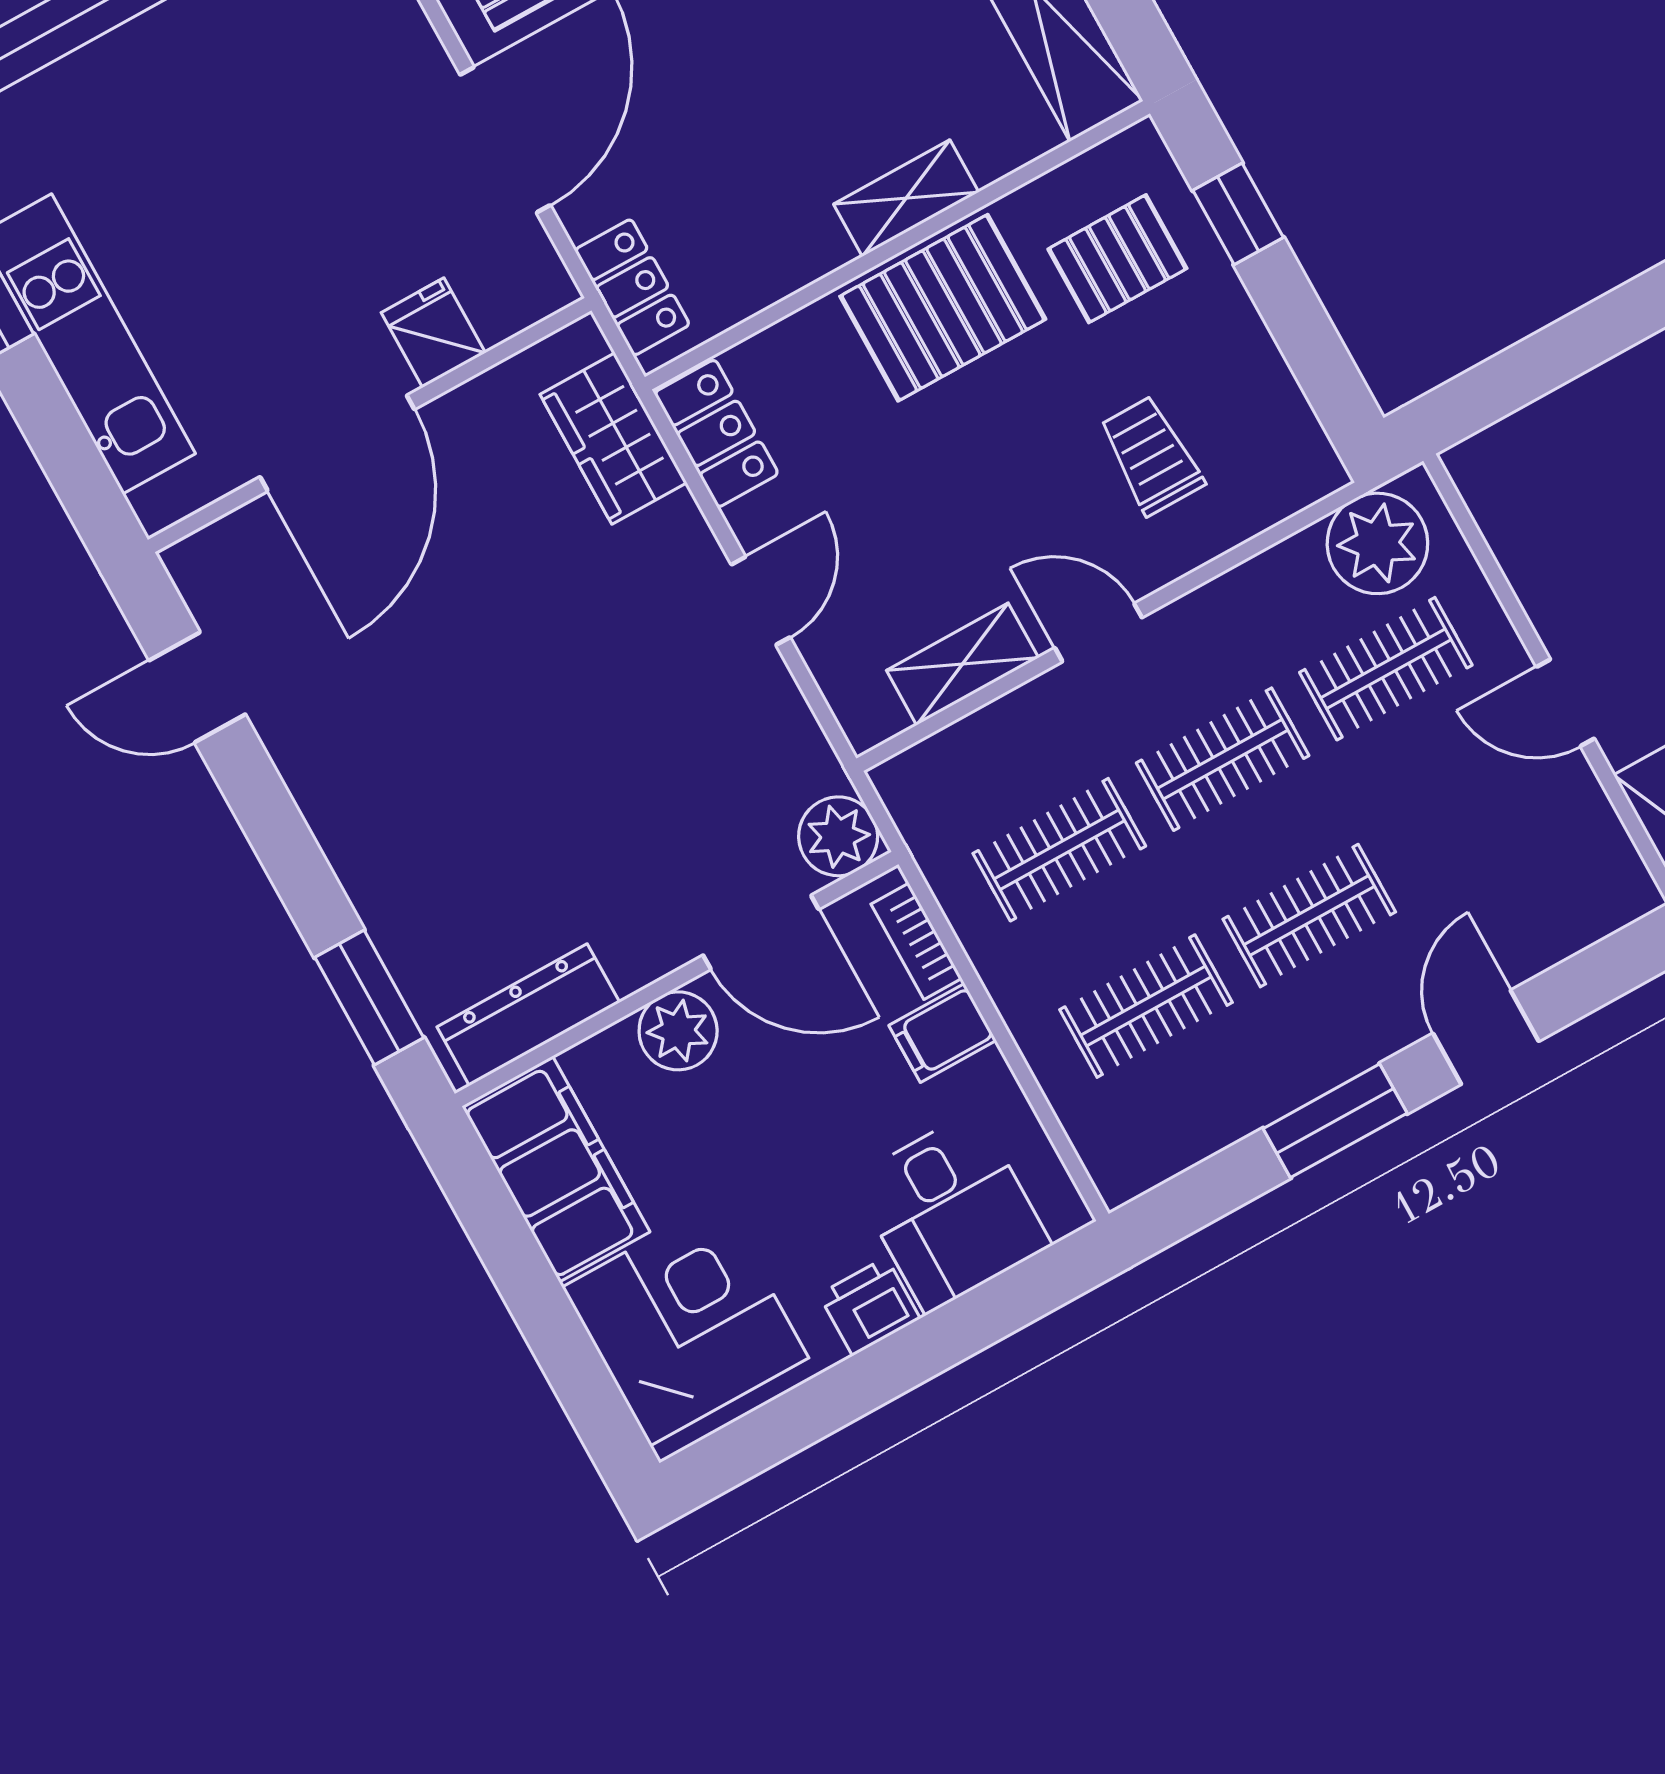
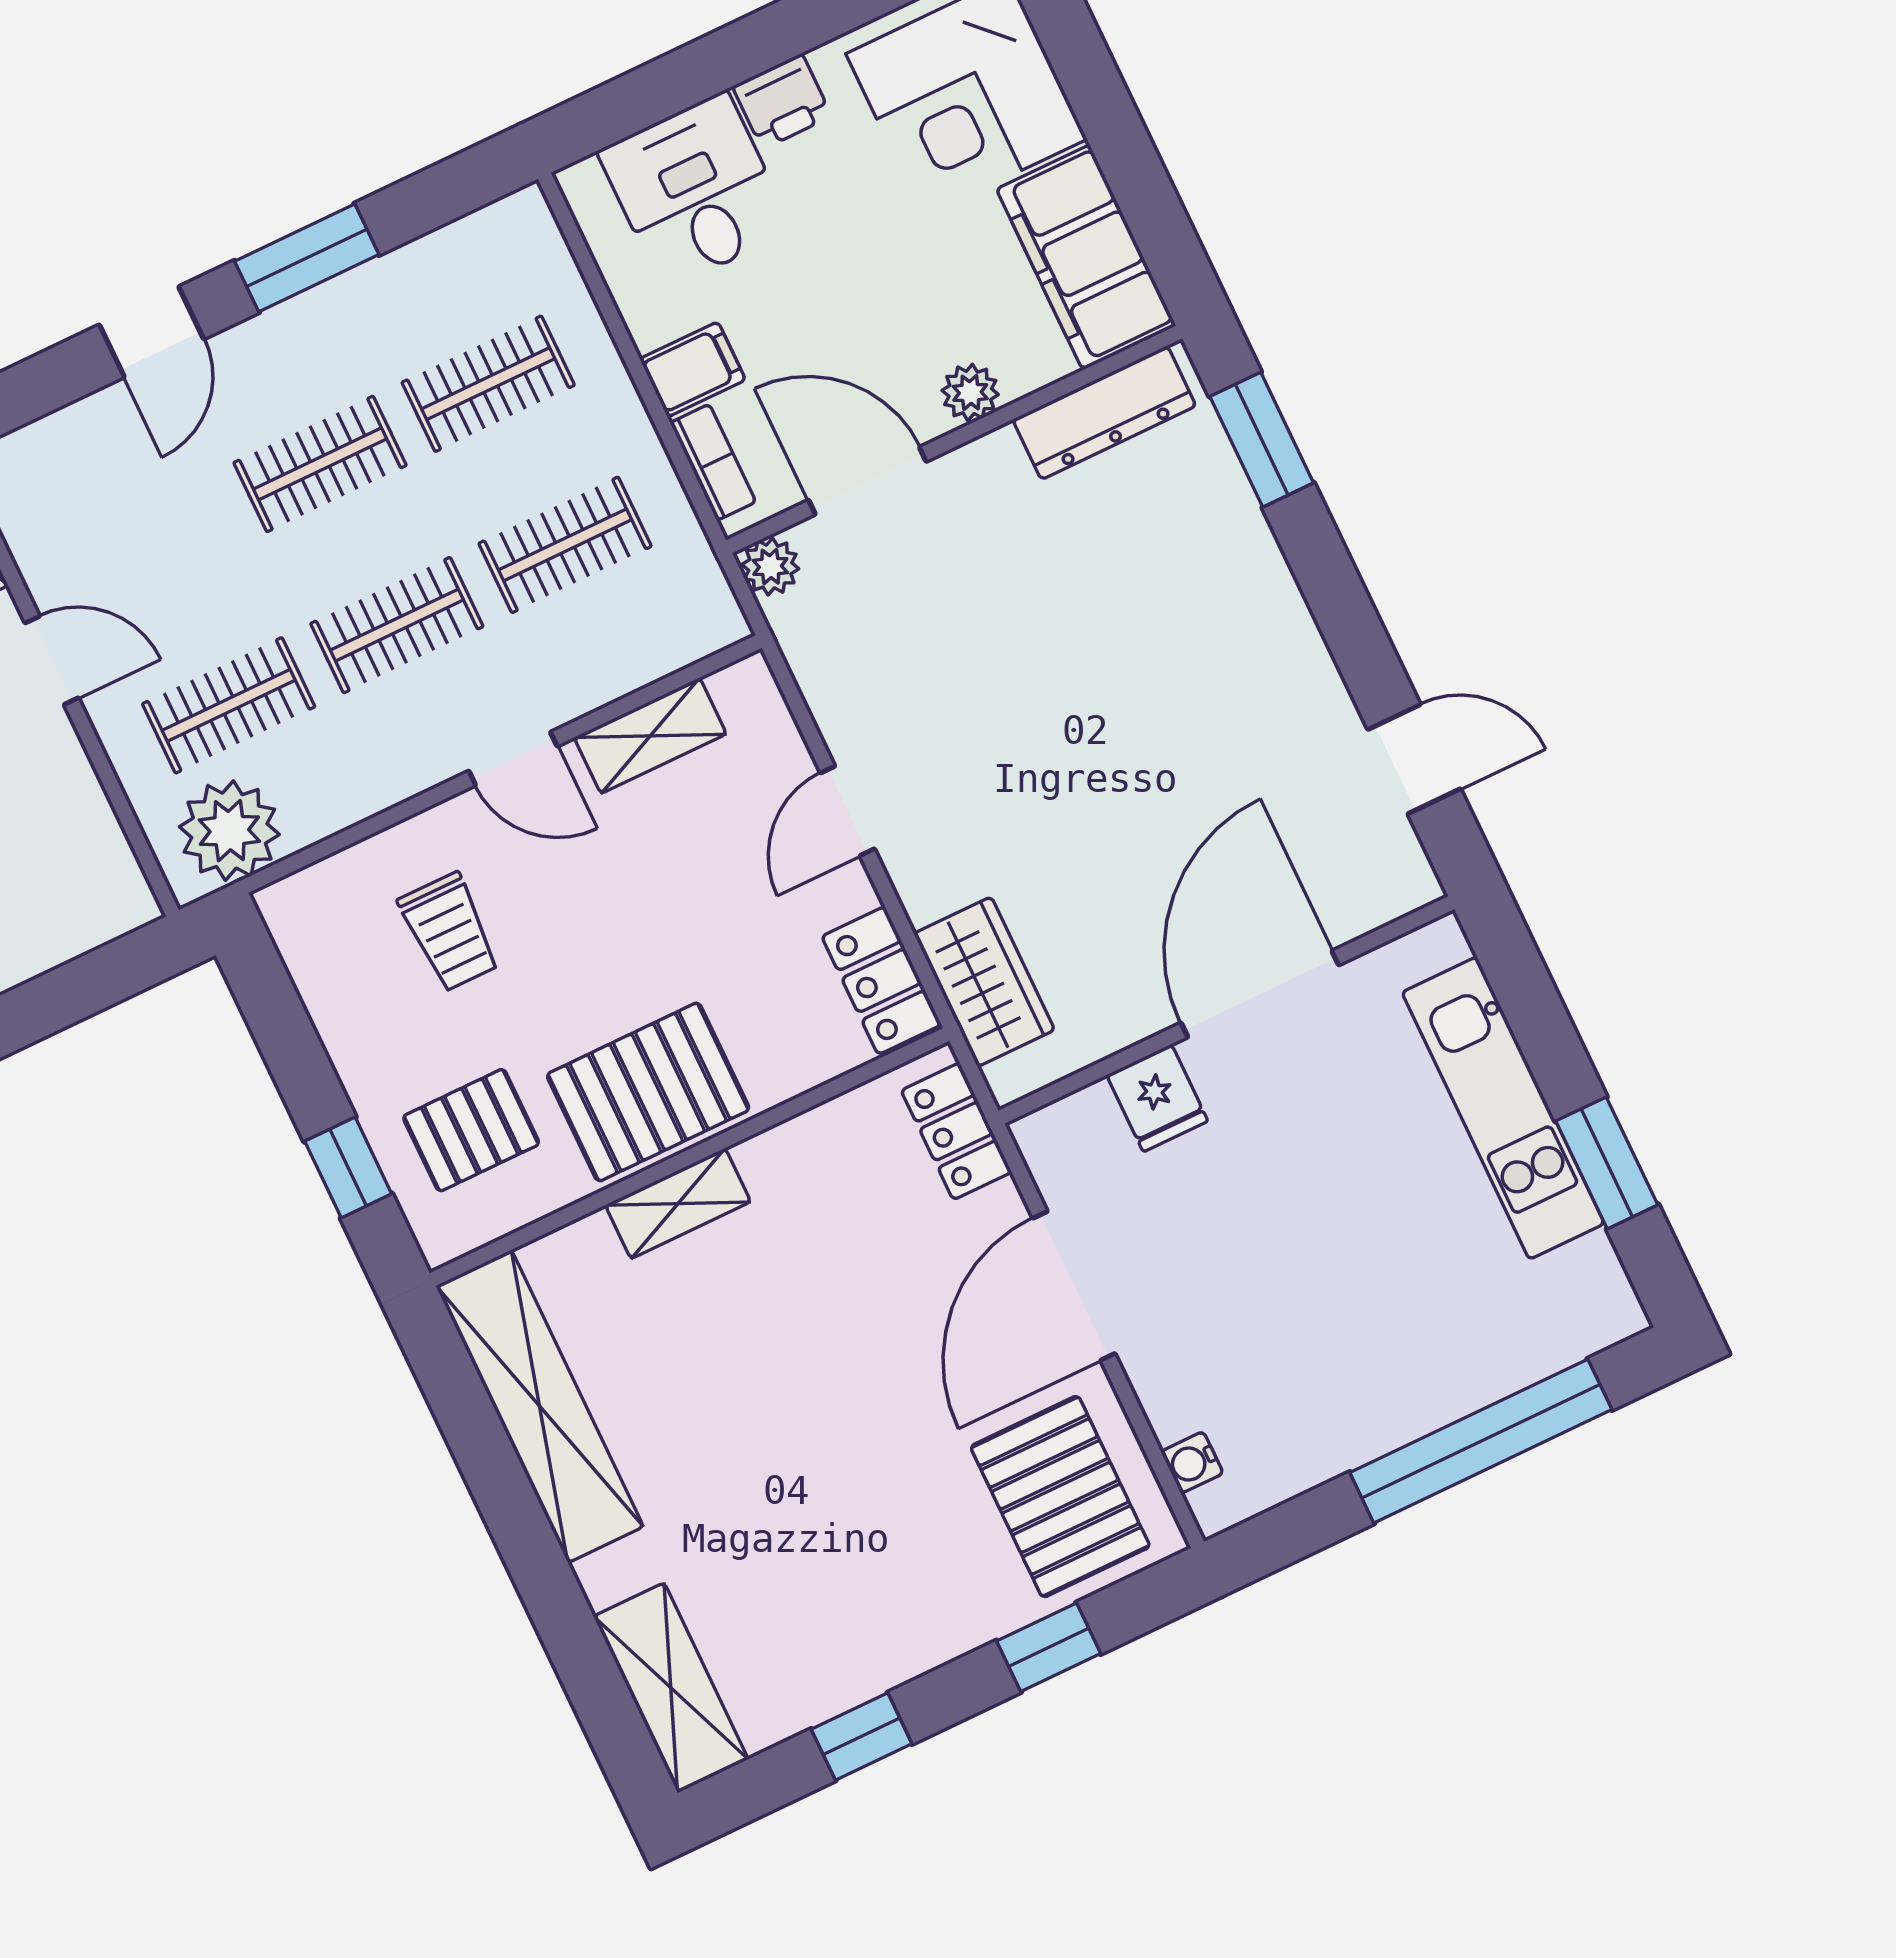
plant: (838, 836) -> (770, 567), width x0.73, depth x0.73
plant: (678, 1031) -> (970, 393), width x0.73, depth x0.73

